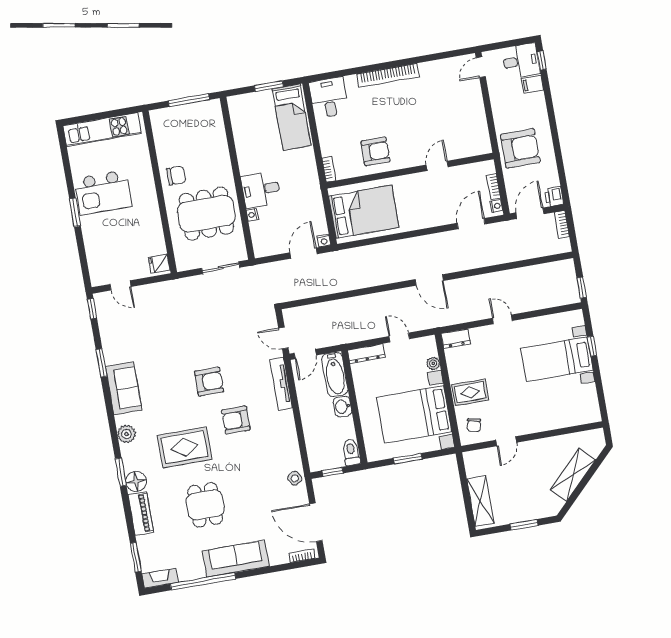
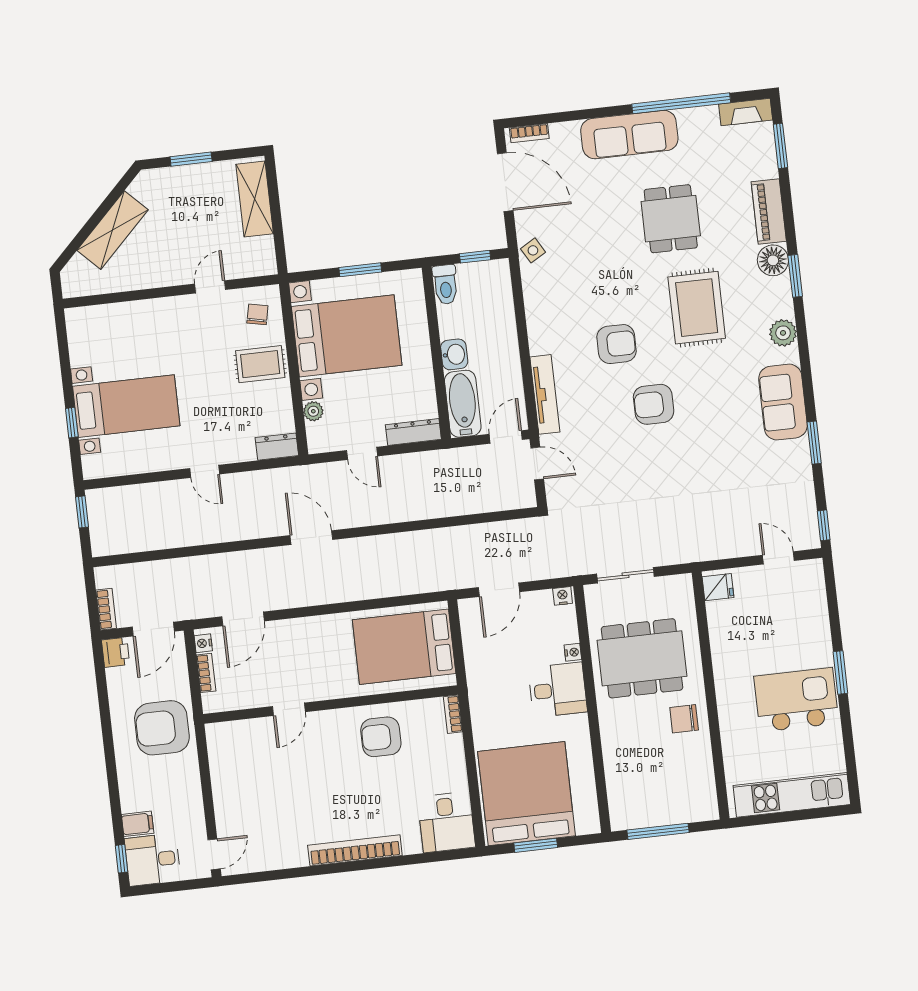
bed: (292, 117) -> (526, 794), width x2.04
nightstand: (324, 241) -> (563, 596), moved
rug: (184, 447) -> (697, 308), turned 90

